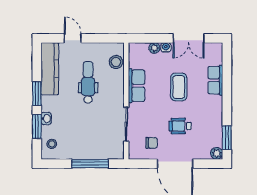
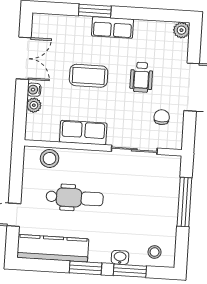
row of seats: (215, 80) -> (113, 28), moved
dental chair: (88, 82) -> (75, 198), turned 180
window: (227, 138) -> (95, 11), moved

